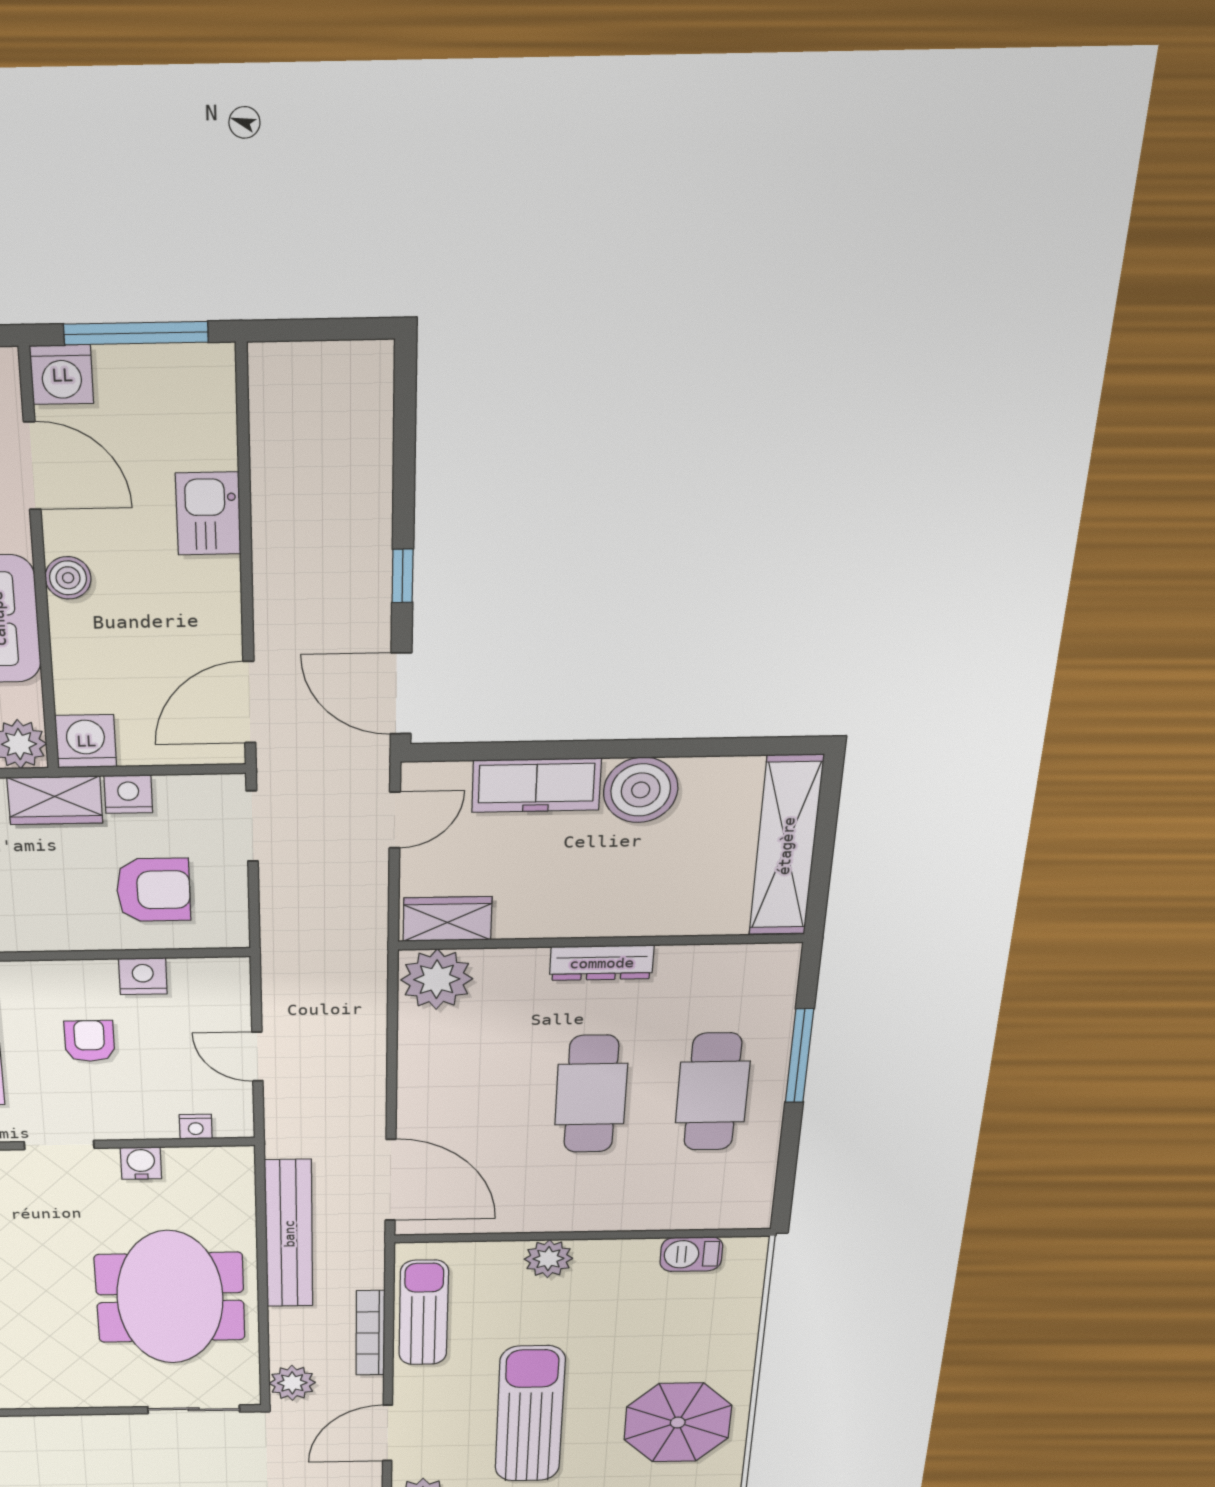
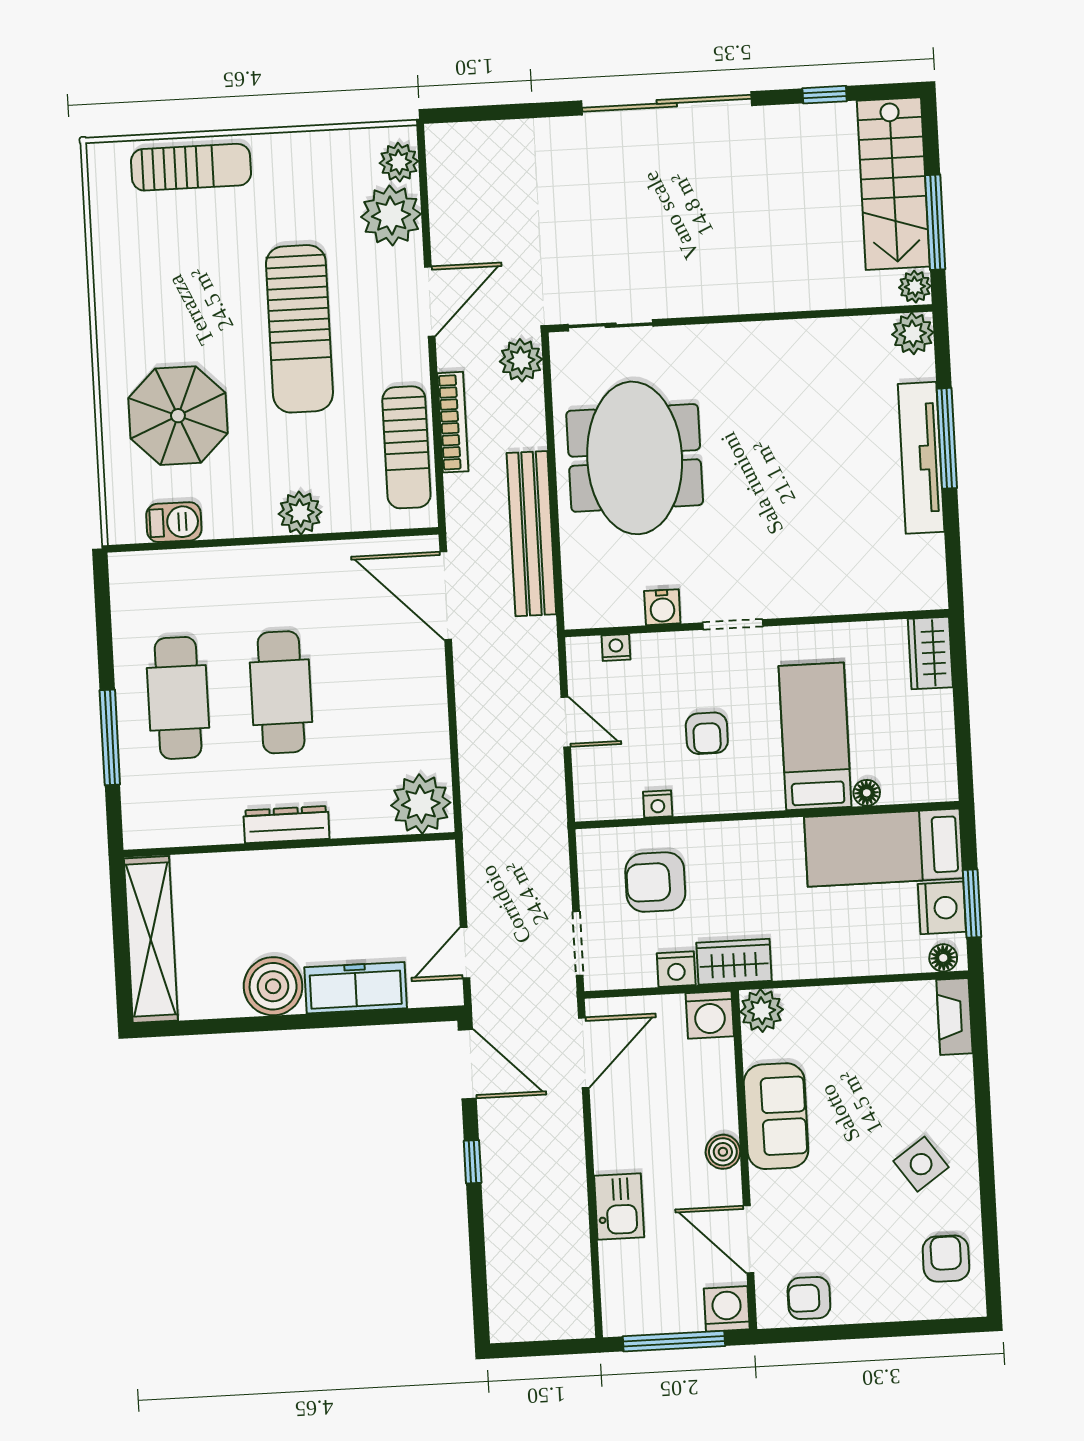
wardrobe: (447, 919) -> (416, 862), removed
nightstand: (143, 976) -> (658, 804), width x0.72, depth x0.74
parasol: (678, 1423) -> (178, 416), moved

